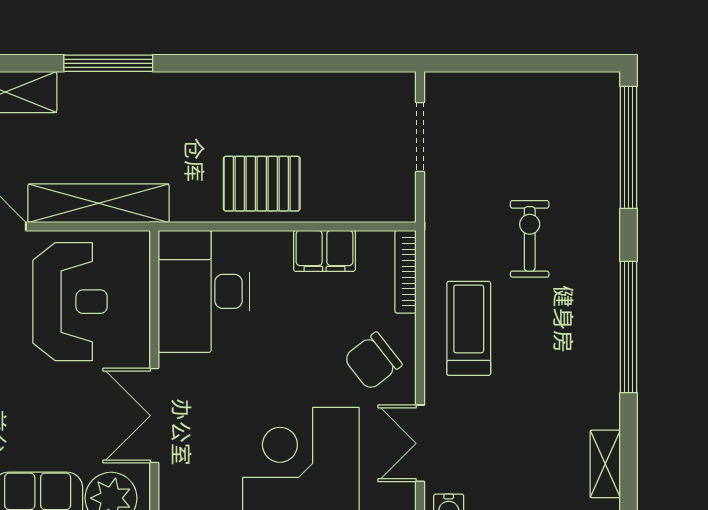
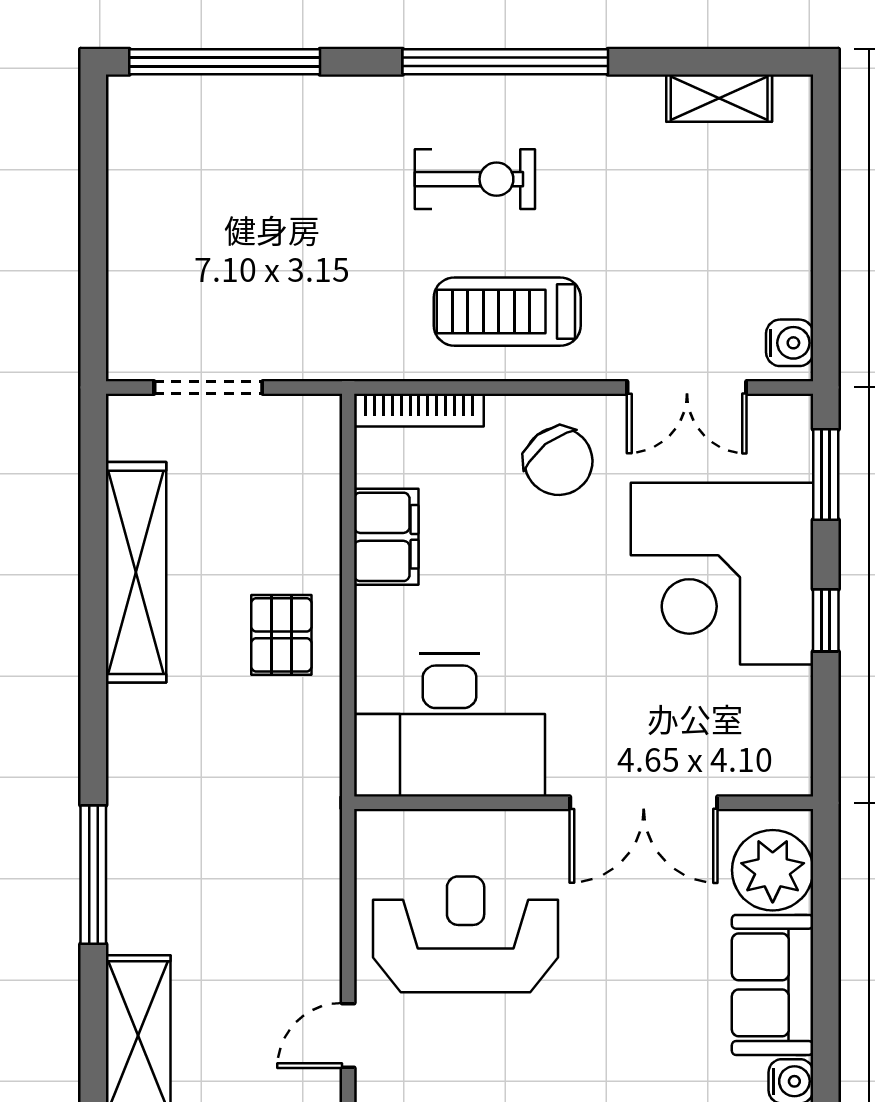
pallet: (262, 184) -> (281, 635), width x0.67, depth x0.71
shelving: (99, 203) -> (136, 572), moved
exercise bike: (530, 239) -> (475, 179), moved, turned 180

